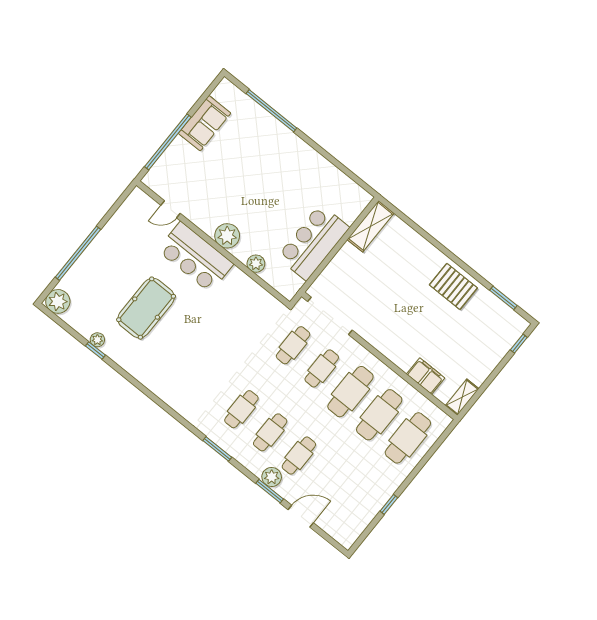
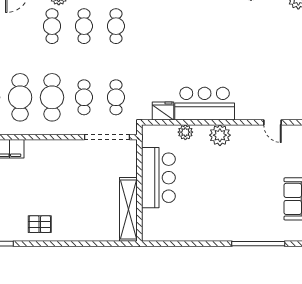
door: (171, 209) -> (272, 122), swing flipped
shelving: (371, 226) -> (128, 209), width x1.47
bar counter: (195, 257) -> (205, 104), moved
pallet: (453, 286) -> (40, 224), width x0.67, depth x0.71
fridge: (261, 299) -> (163, 111), added
pool table: (146, 308) -> (235, 42), removed

